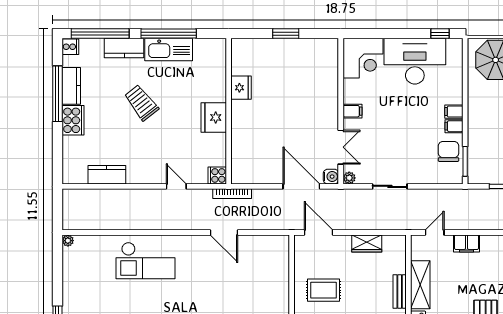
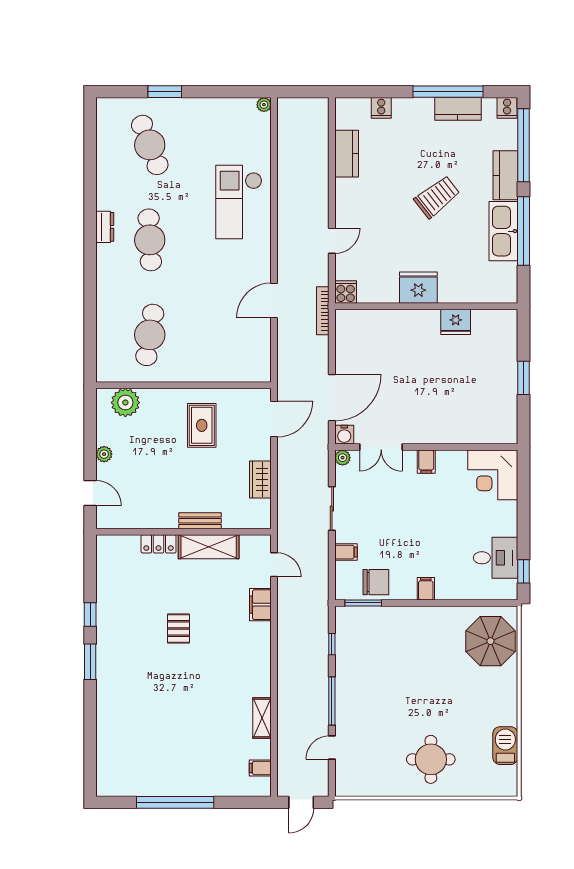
desk: (415, 61) -> (496, 558), width x0.53, depth x0.77
cooker: (73, 120) -> (381, 108), moved, width x0.53, depth x0.76
filing cabinet: (454, 126) -> (346, 552), moved, turned 90

